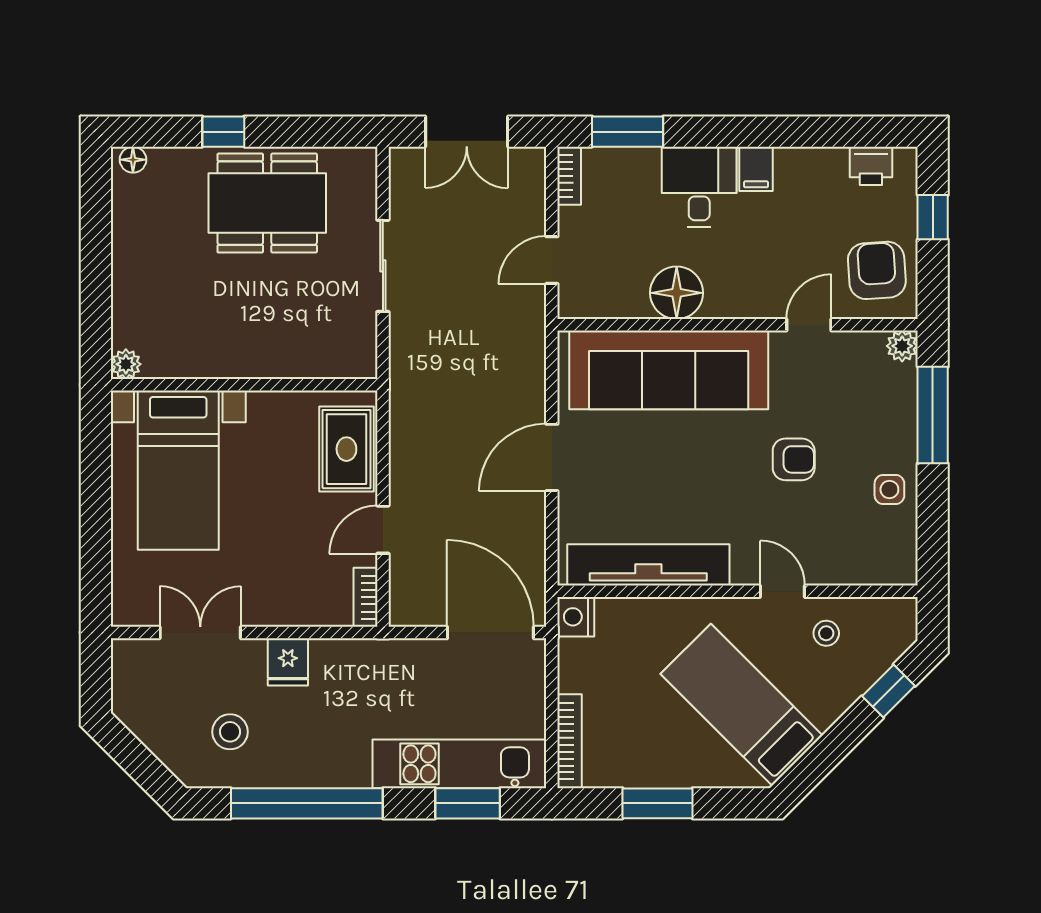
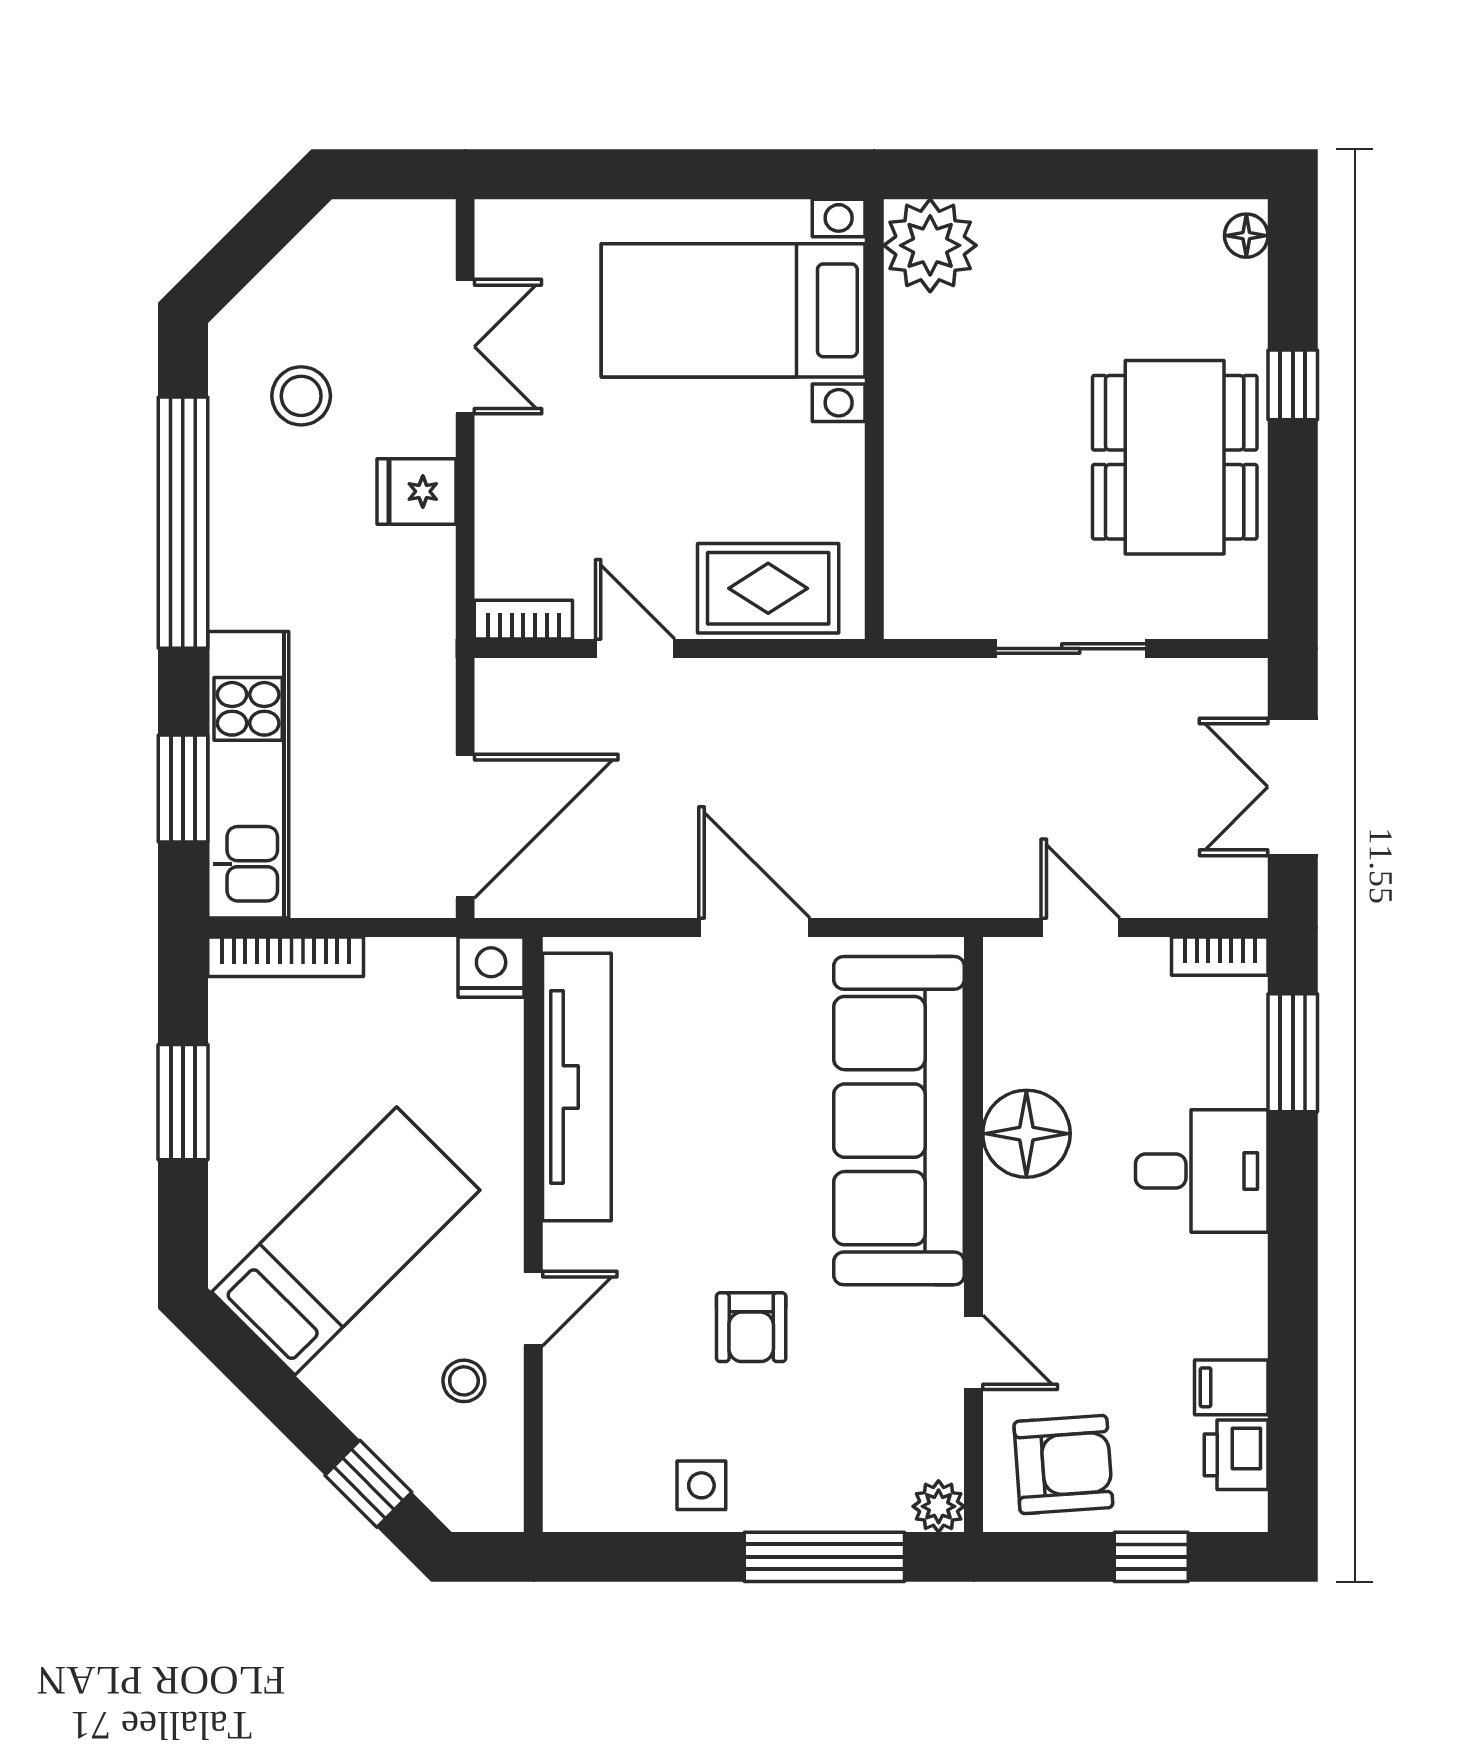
filing cabinet: (756, 169) -> (1231, 1387), moved
plant: (126, 364) -> (930, 245), width x1.88, depth x1.88

